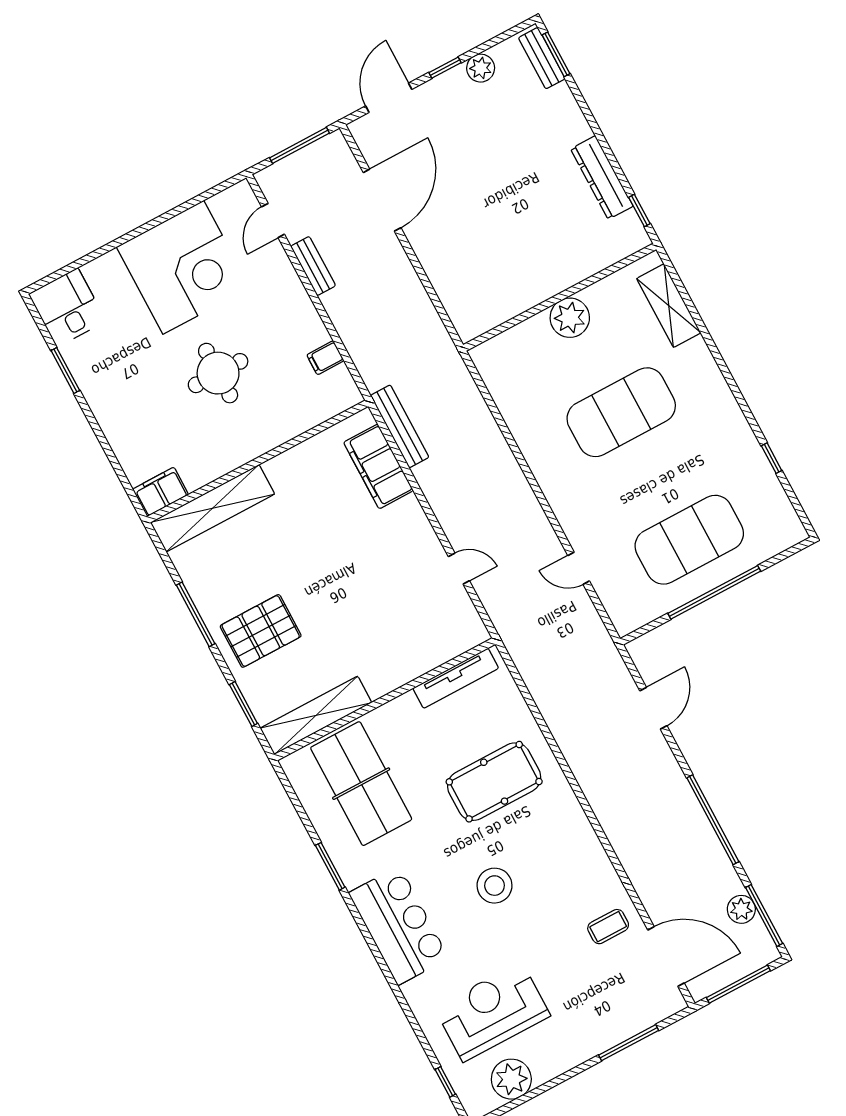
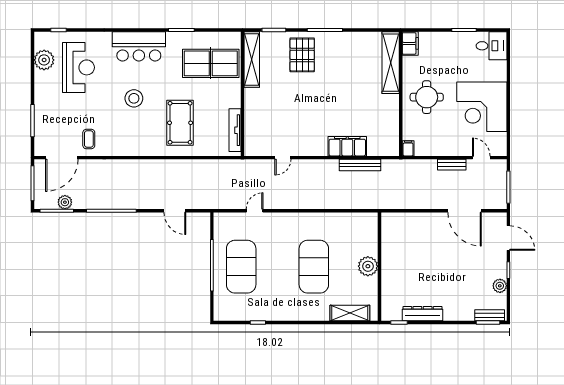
wall: (258, 461) -> (401, 94), moved
filing cabinet: (161, 492) -> (410, 43), moved
shelving: (213, 508) -> (391, 63), moved

